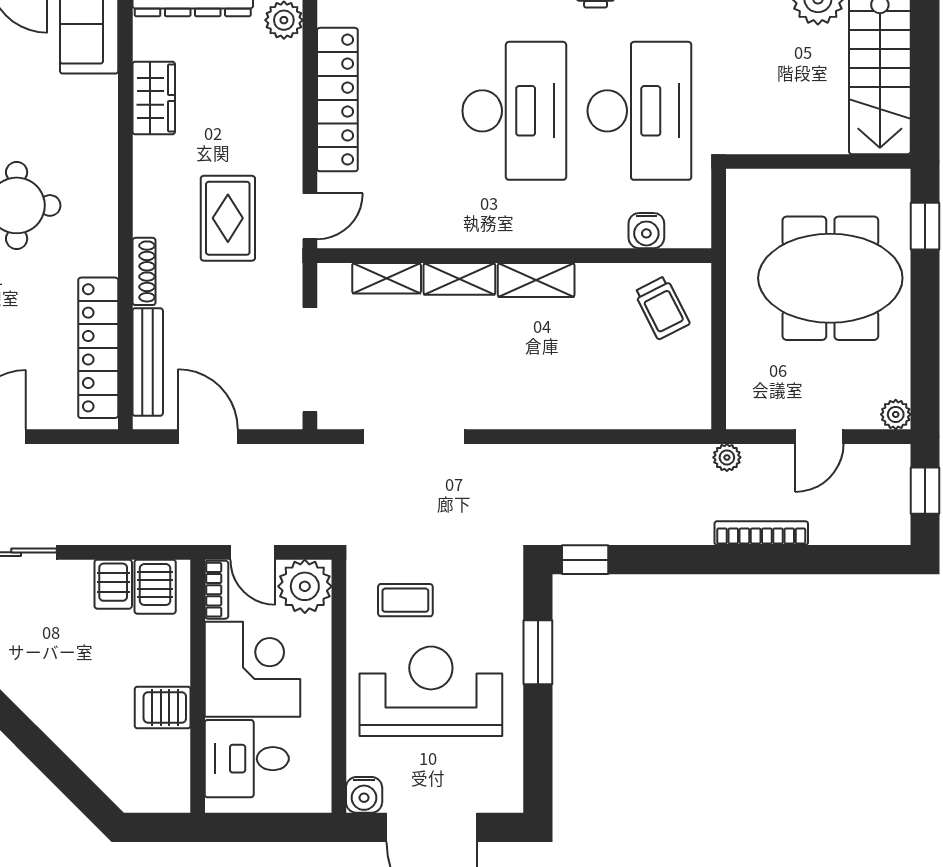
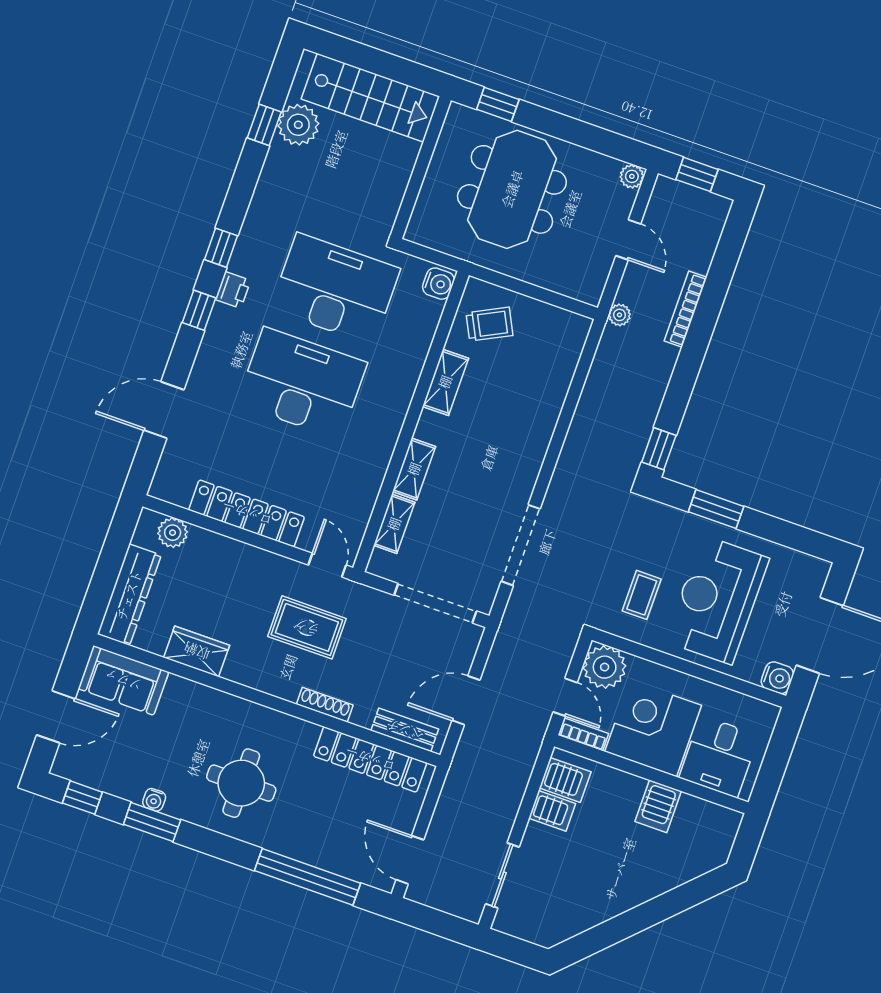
water cooler: (646, 231) -> (438, 284), moved
shelving: (536, 280) -> (445, 382), moved
bench: (148, 362) -> (405, 730), width x0.73
door: (253, 552) -> (565, 697), hinge flipped

